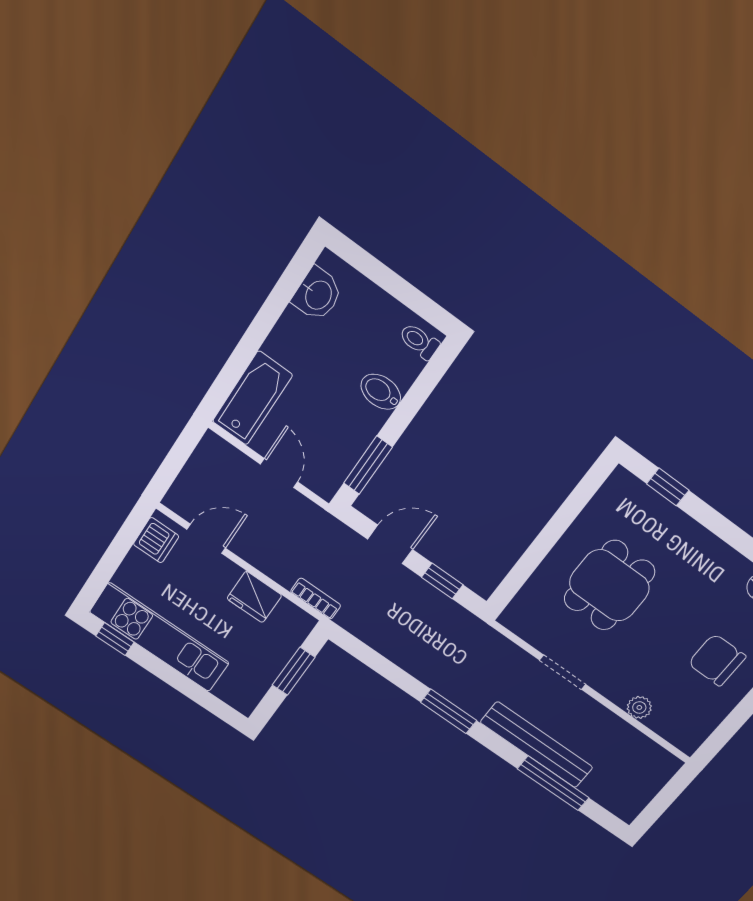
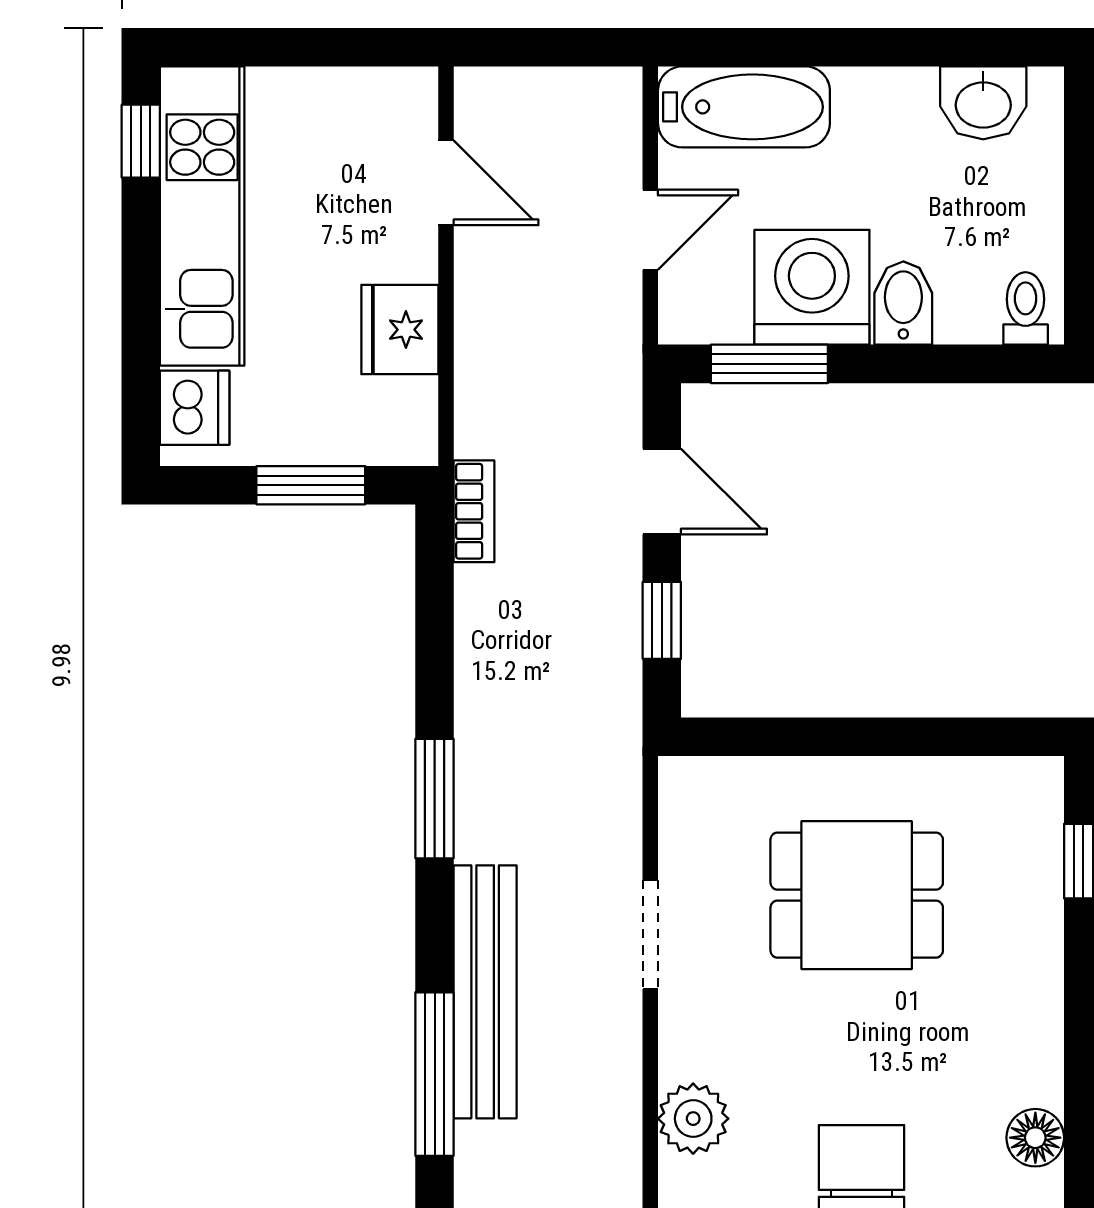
washing machine: (348, 425) -> (812, 287), added
dishwasher: (156, 540) -> (195, 408), moved, turned -90
bookcase: (316, 599) -> (474, 511), moved
plant: (639, 707) -> (693, 1119), width x1.38, depth x1.38

